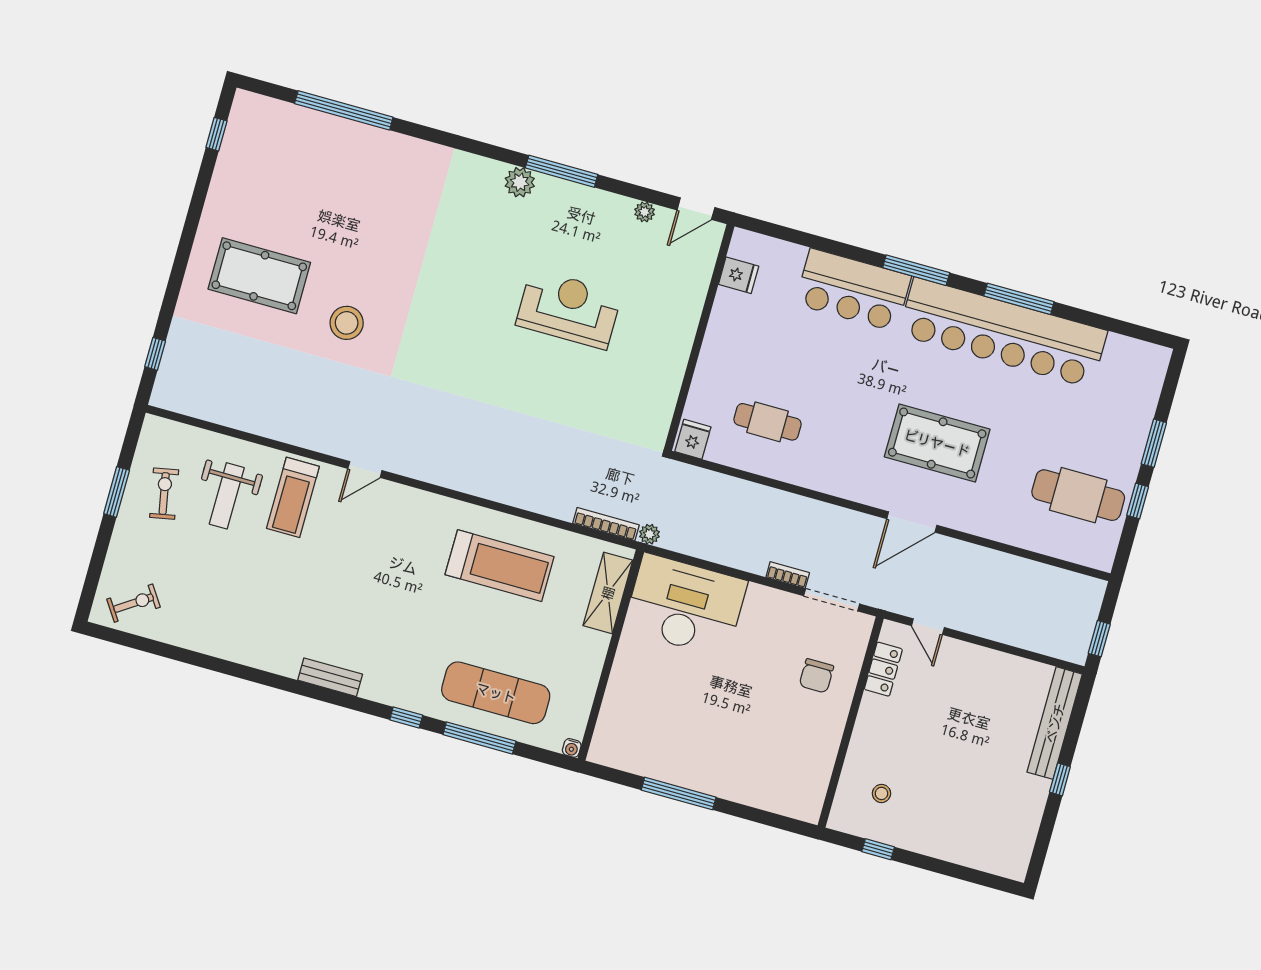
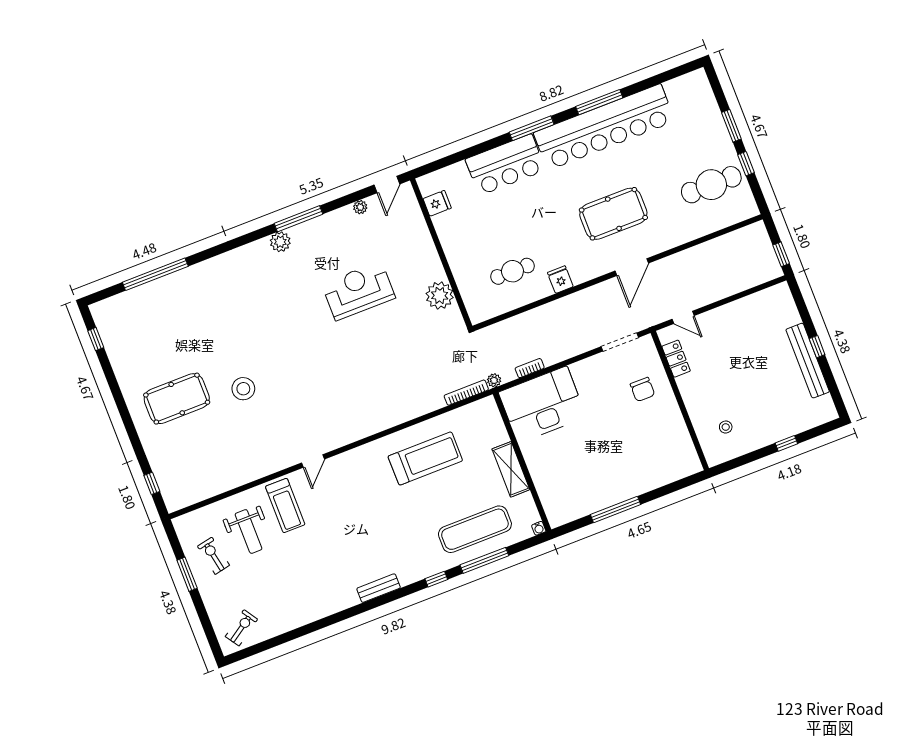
plant: (660, 386) -> (440, 295), added
fridge: (693, 439) -> (560, 280), moved
bookcase: (788, 575) -> (530, 368), moved
shelving: (608, 593) -> (511, 469), moved
bench: (1055, 723) -> (808, 361), moved
window: (878, 849) -> (786, 443), moved

